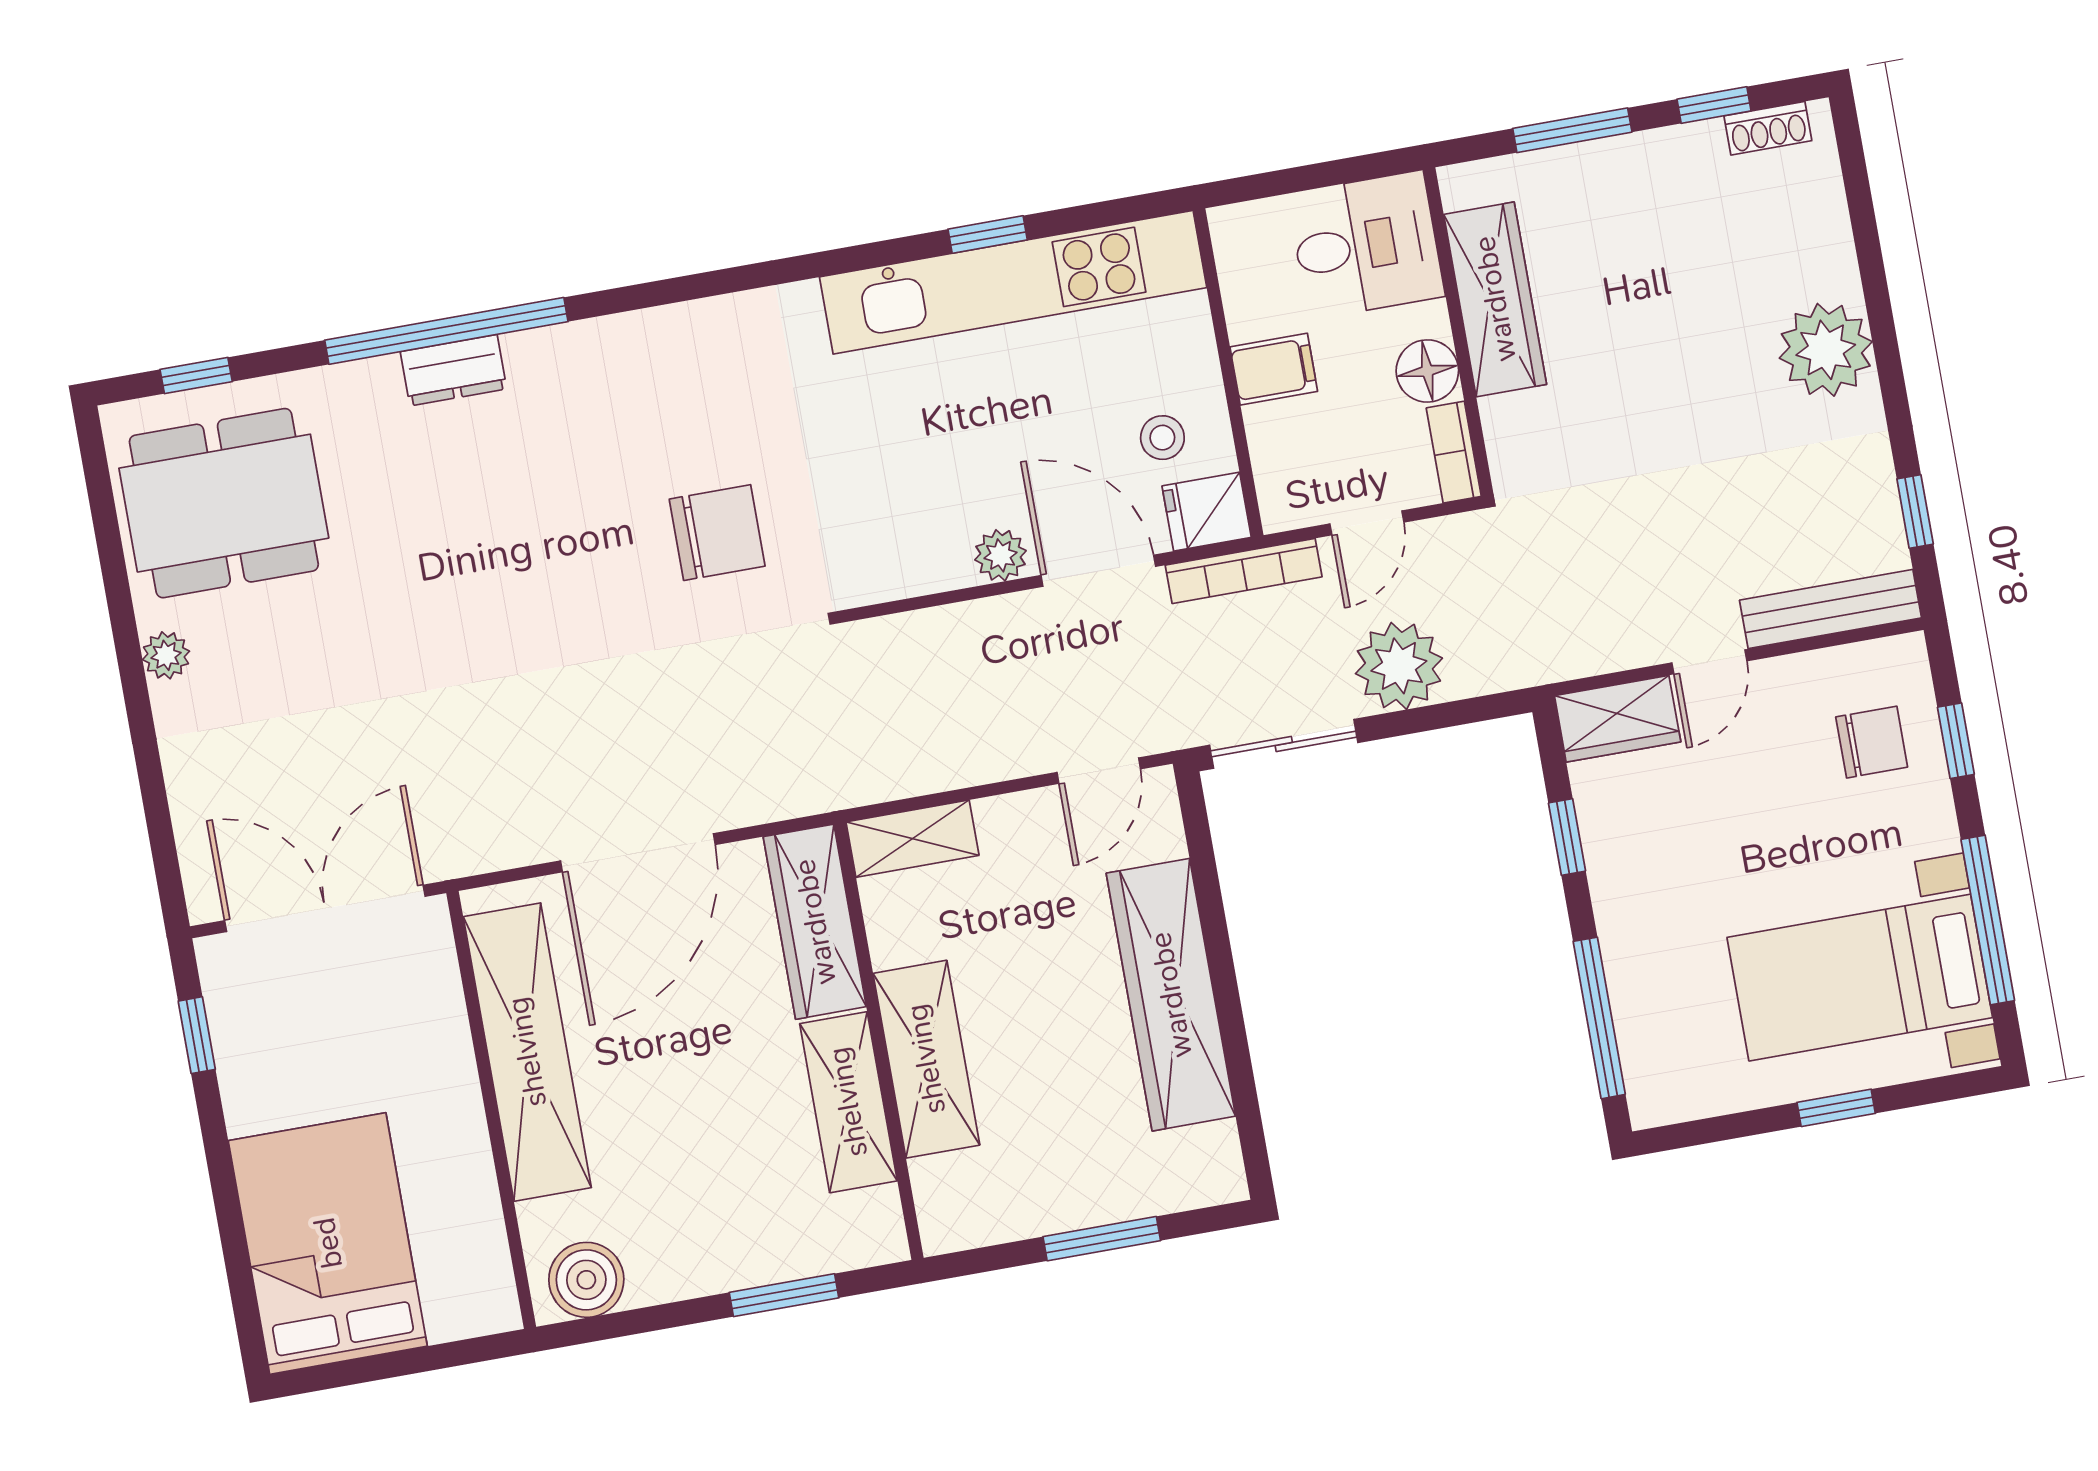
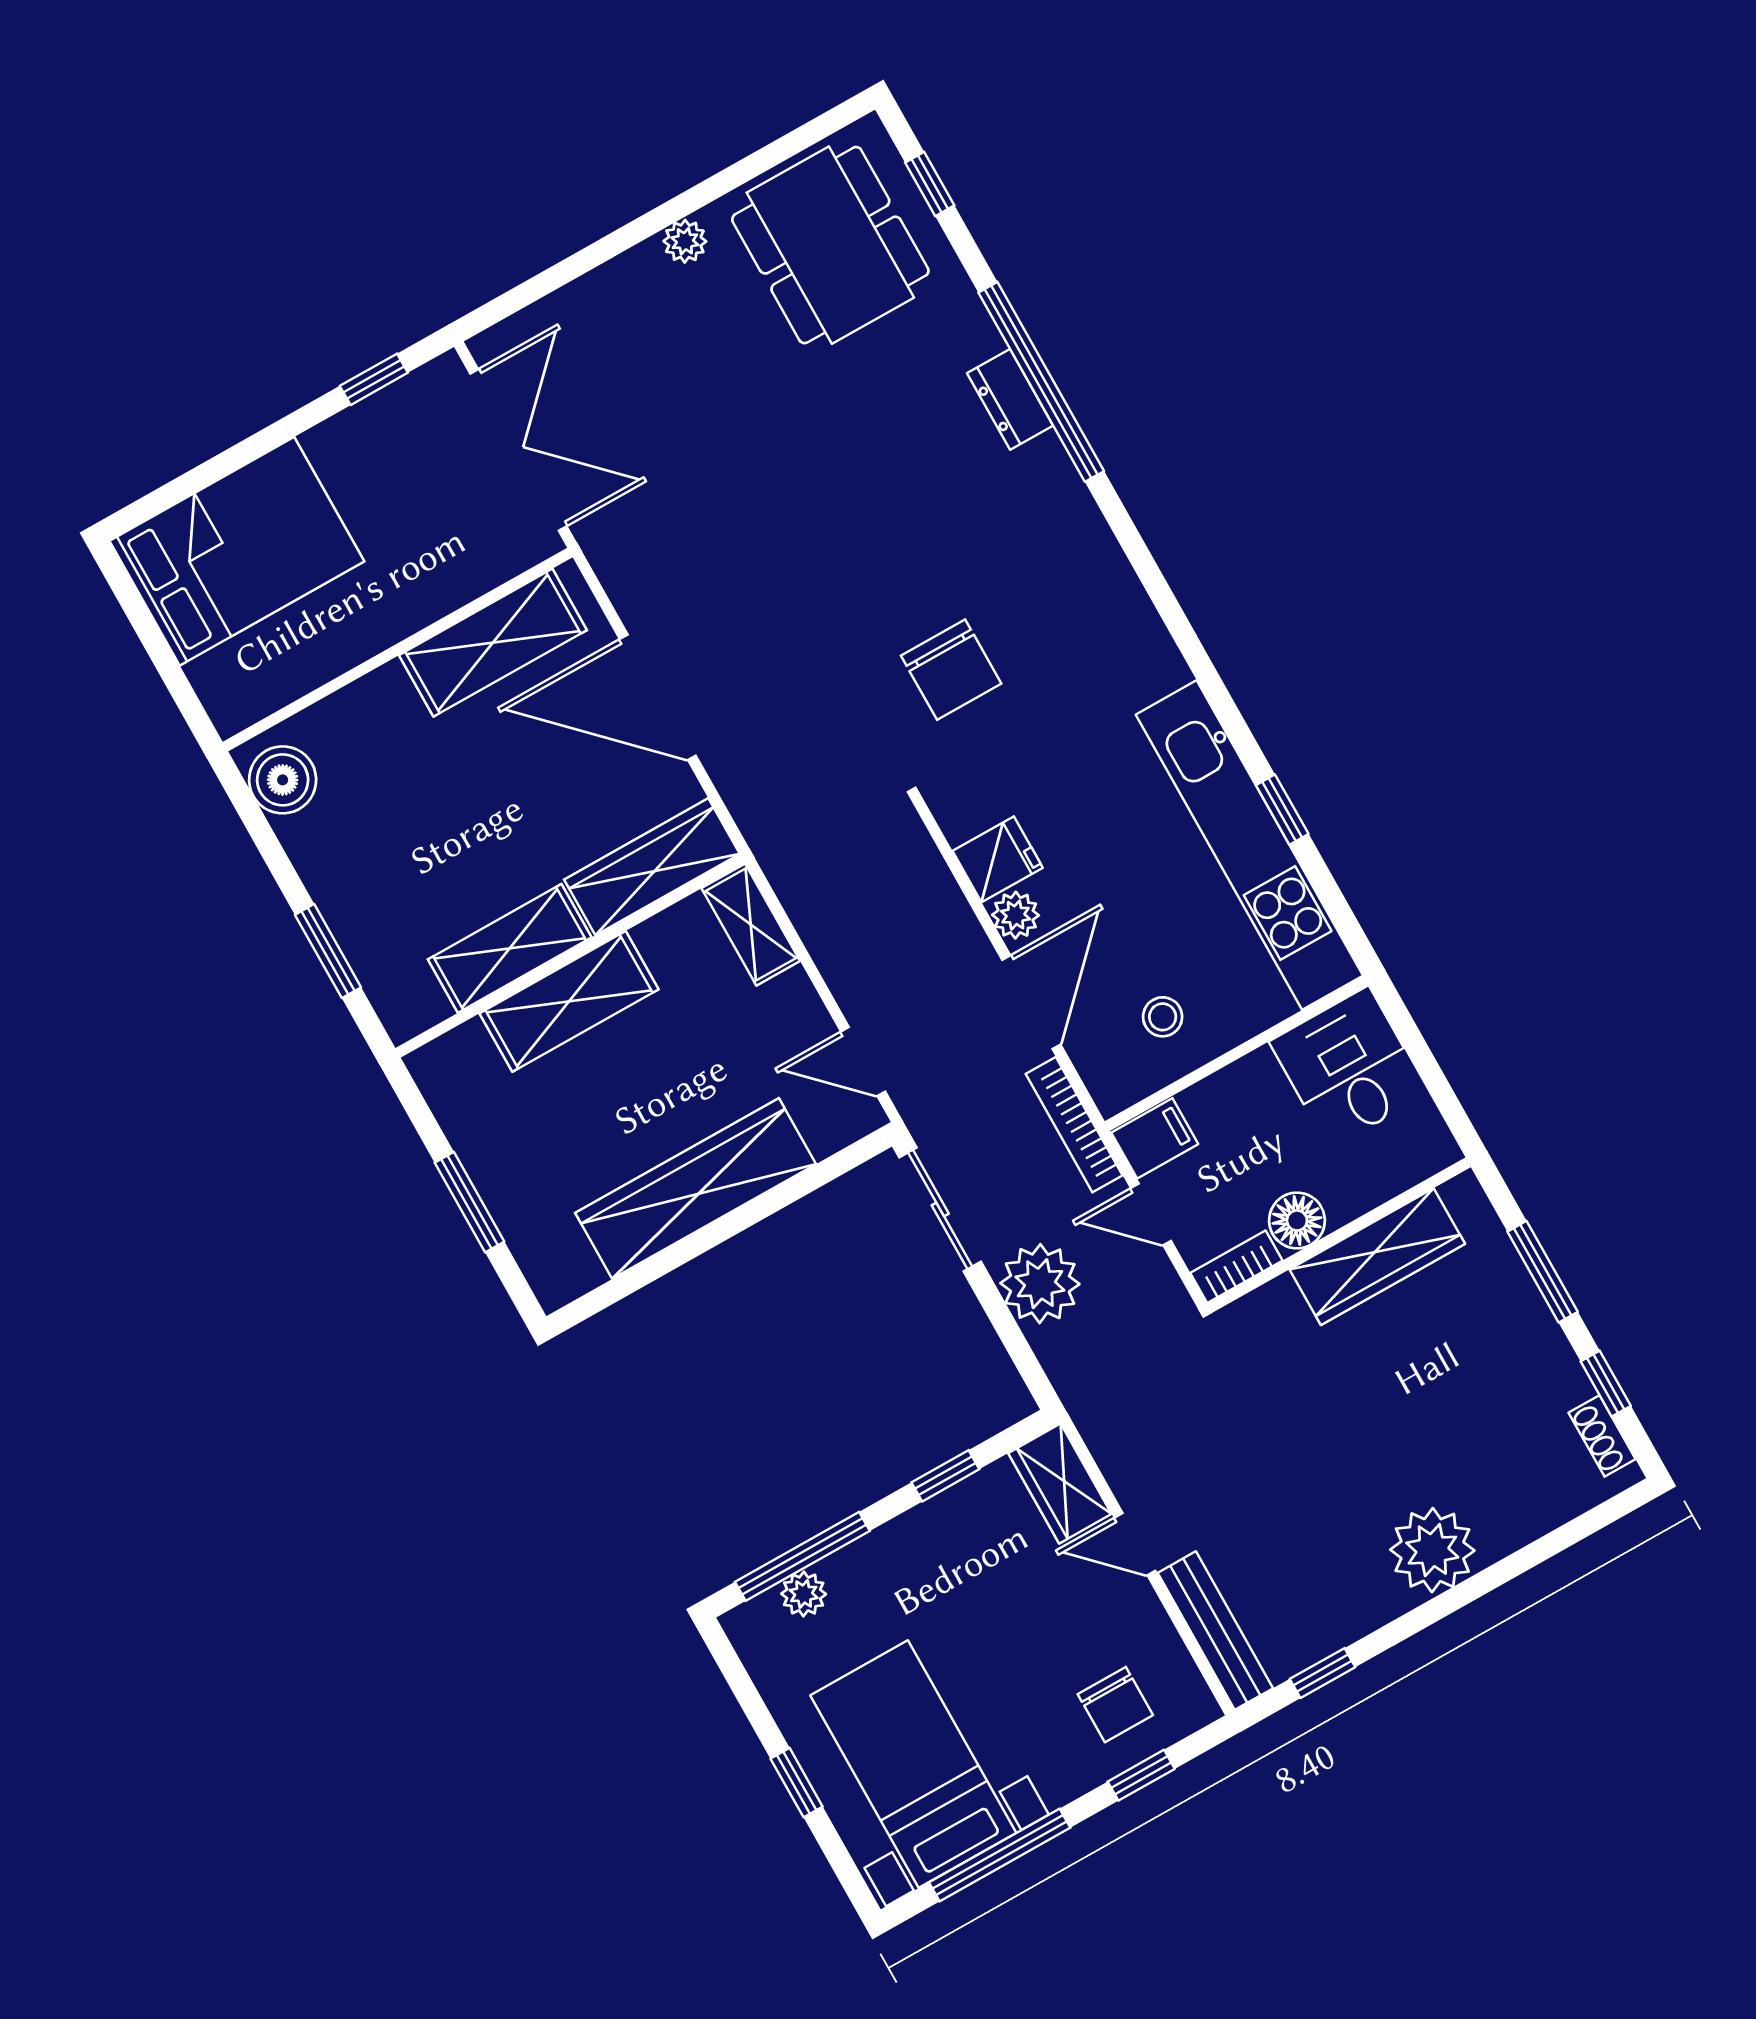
desk: (1366, 245) -> (1349, 1067), moved, turned 180
filing cabinet: (1274, 369) -> (1155, 1138), moved, turned -90
fridge: (1207, 512) -> (998, 859), moved, turned 90
plant: (1639, 1030) -> (804, 1594), added
shelving: (527, 1052) -> (493, 643), width x0.68

